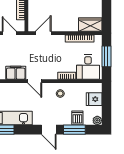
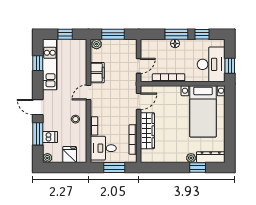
wardrobe: (90, 25) -> (147, 131), moved, width x1.50
door: (43, 33) -> (139, 101), hinge flipped
door: (49, 130) -> (38, 107), hinge flipped

